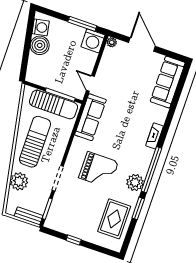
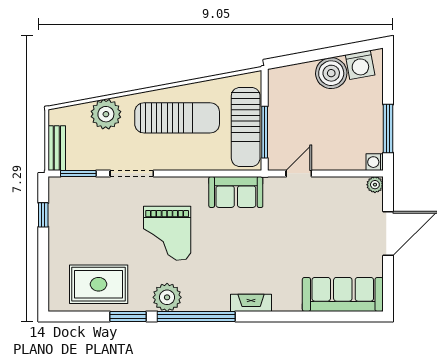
washing machine: (93, 41) -> (375, 162), width x0.53, depth x0.53
sofa: (90, 117) -> (236, 192), width x0.73
window: (74, 240) -> (43, 215), moved

